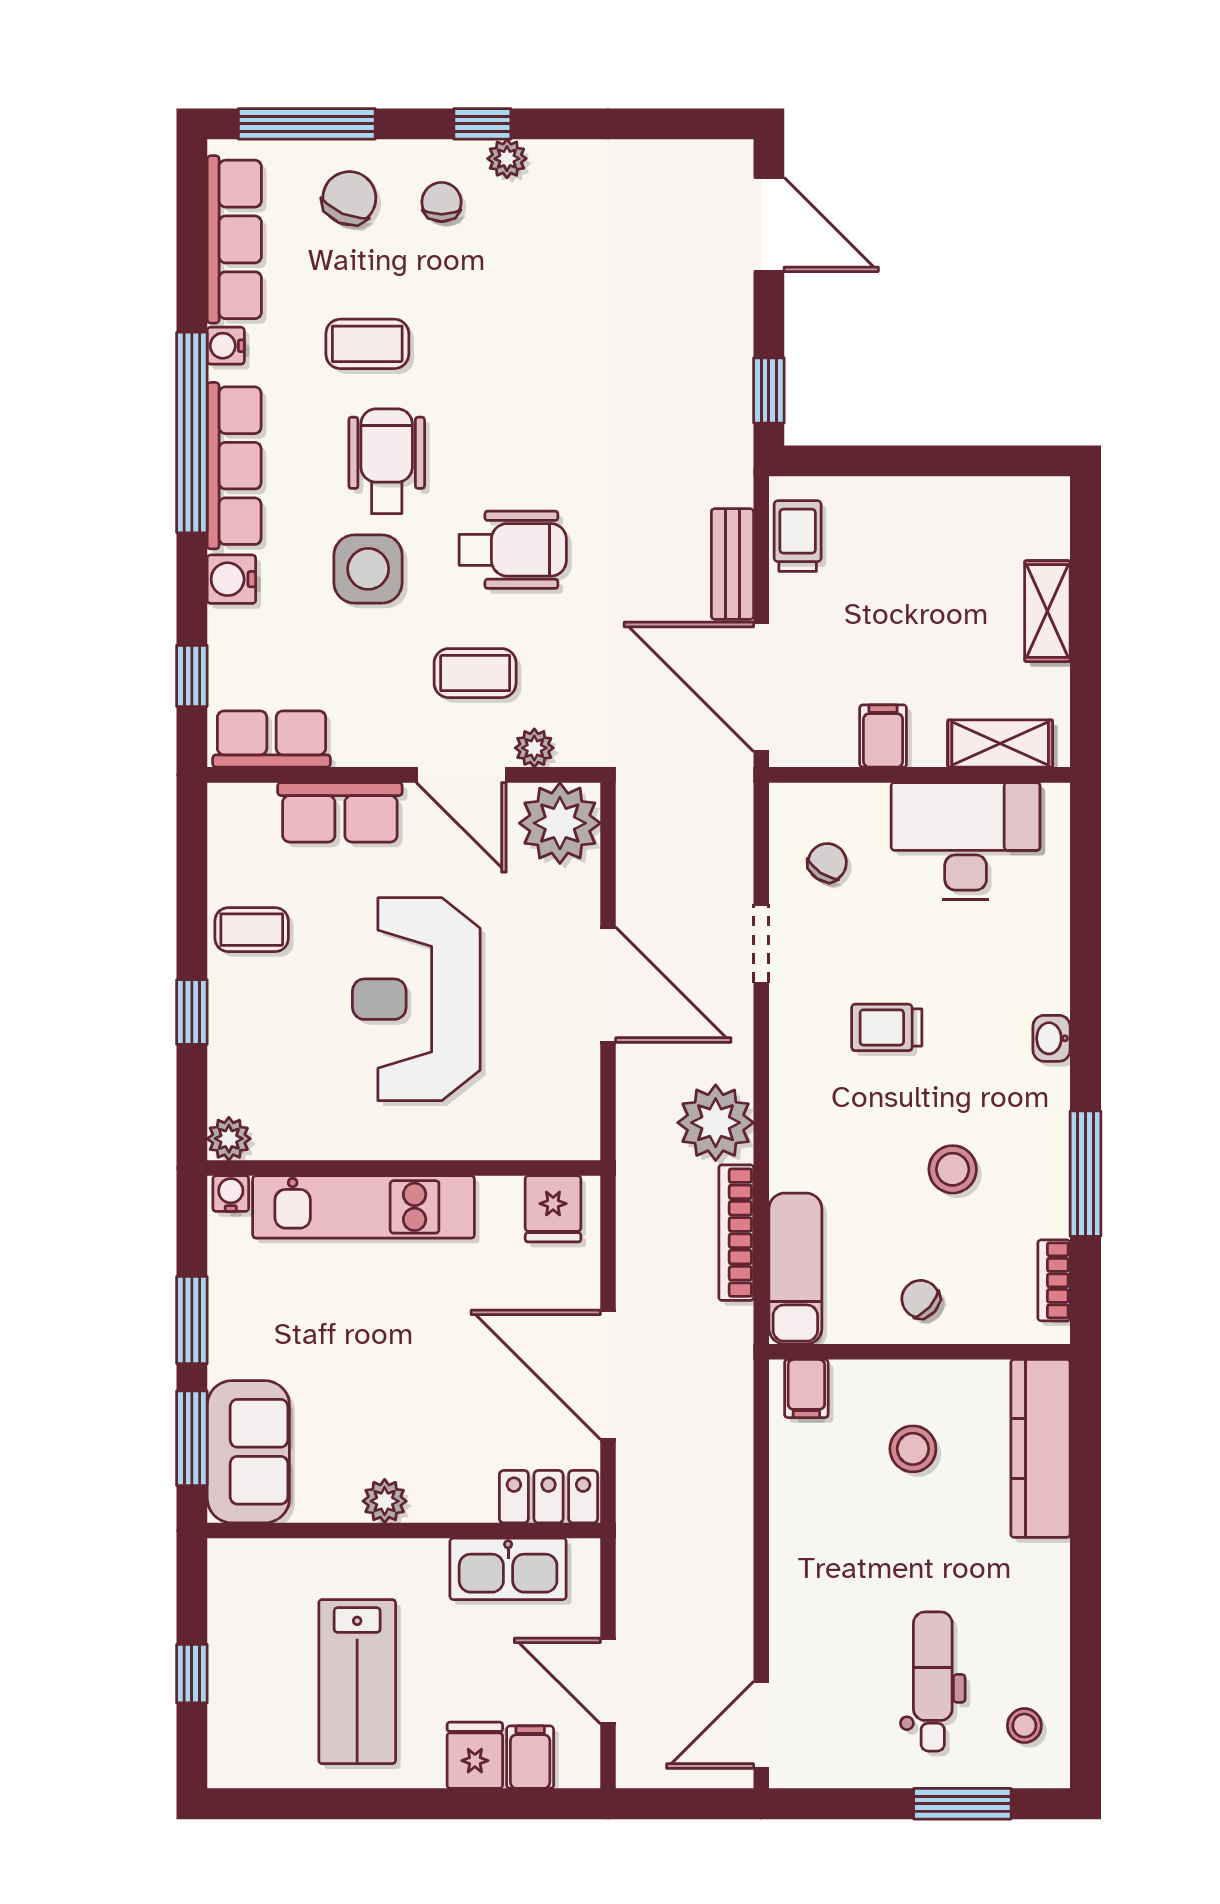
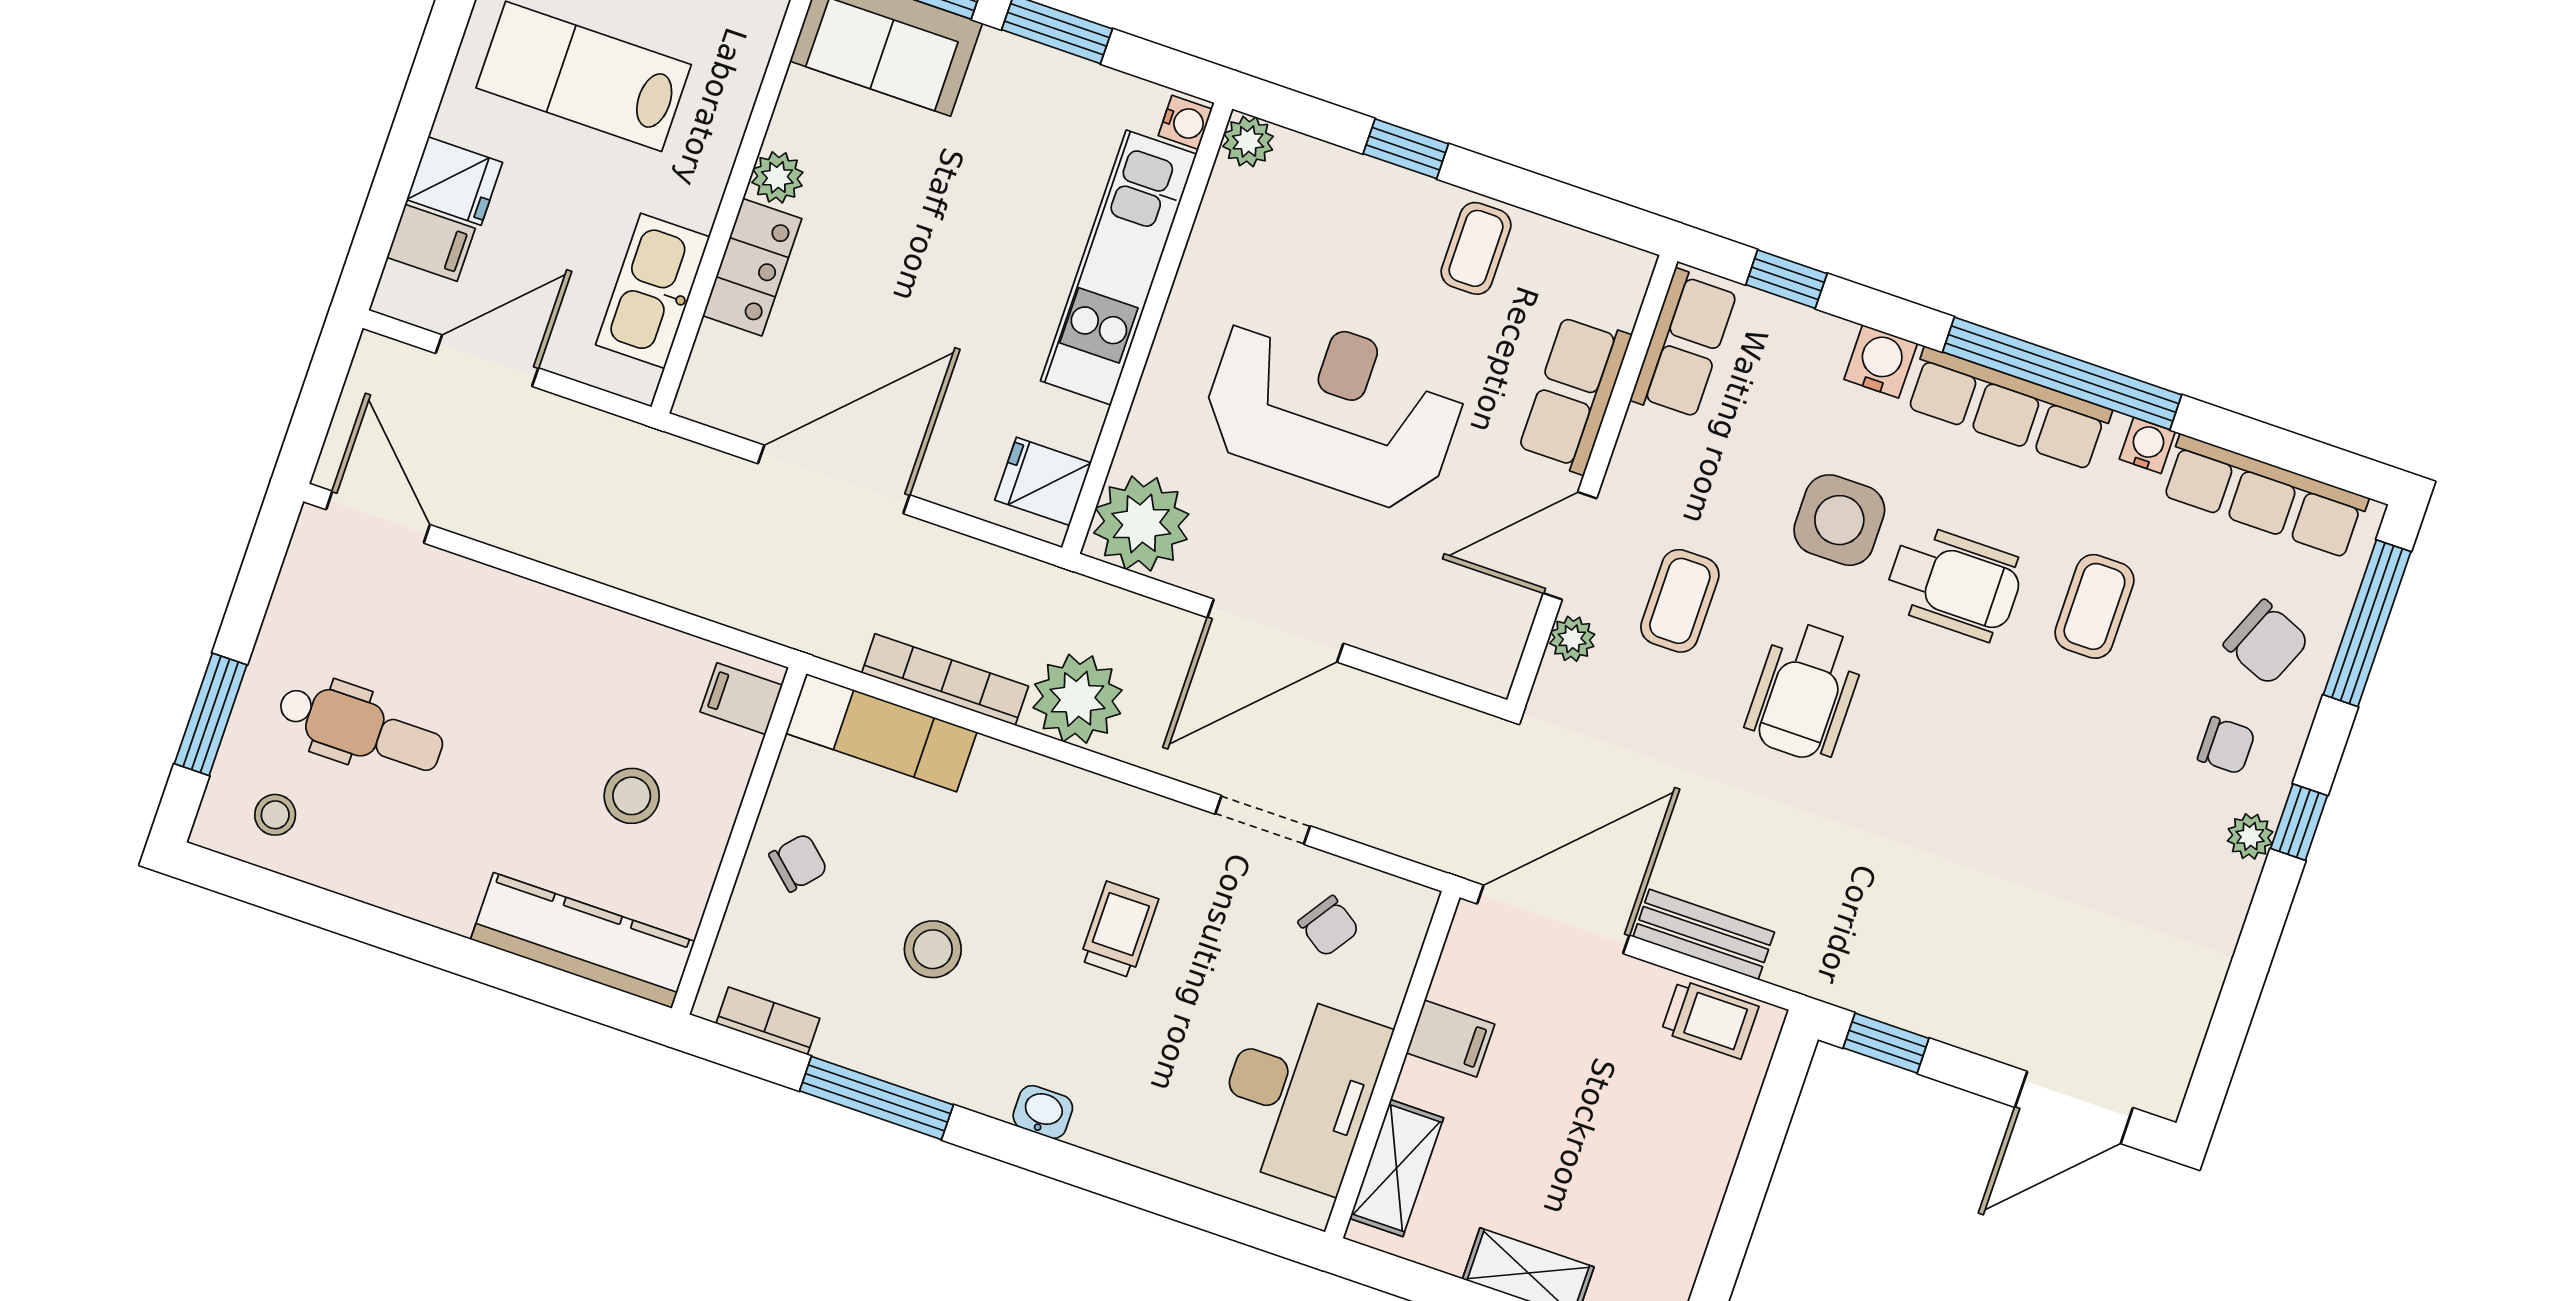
plant: (560, 823) -> (1141, 524), moved
locker: (548, 1497) -> (752, 267), moved

